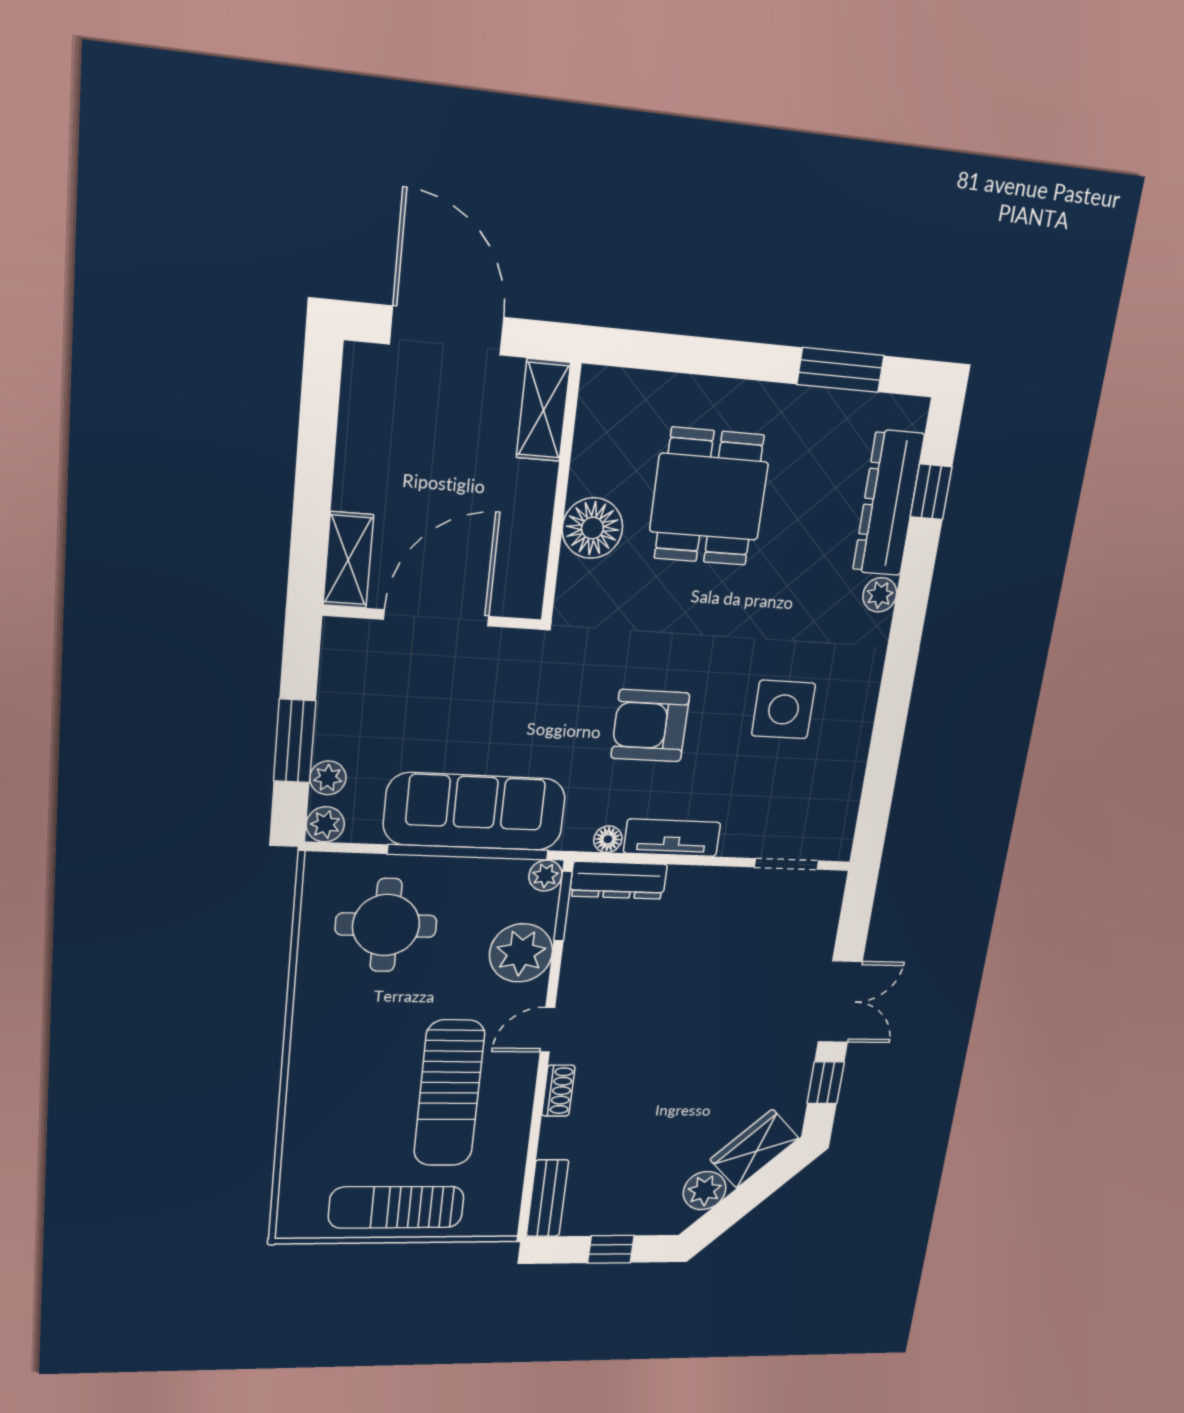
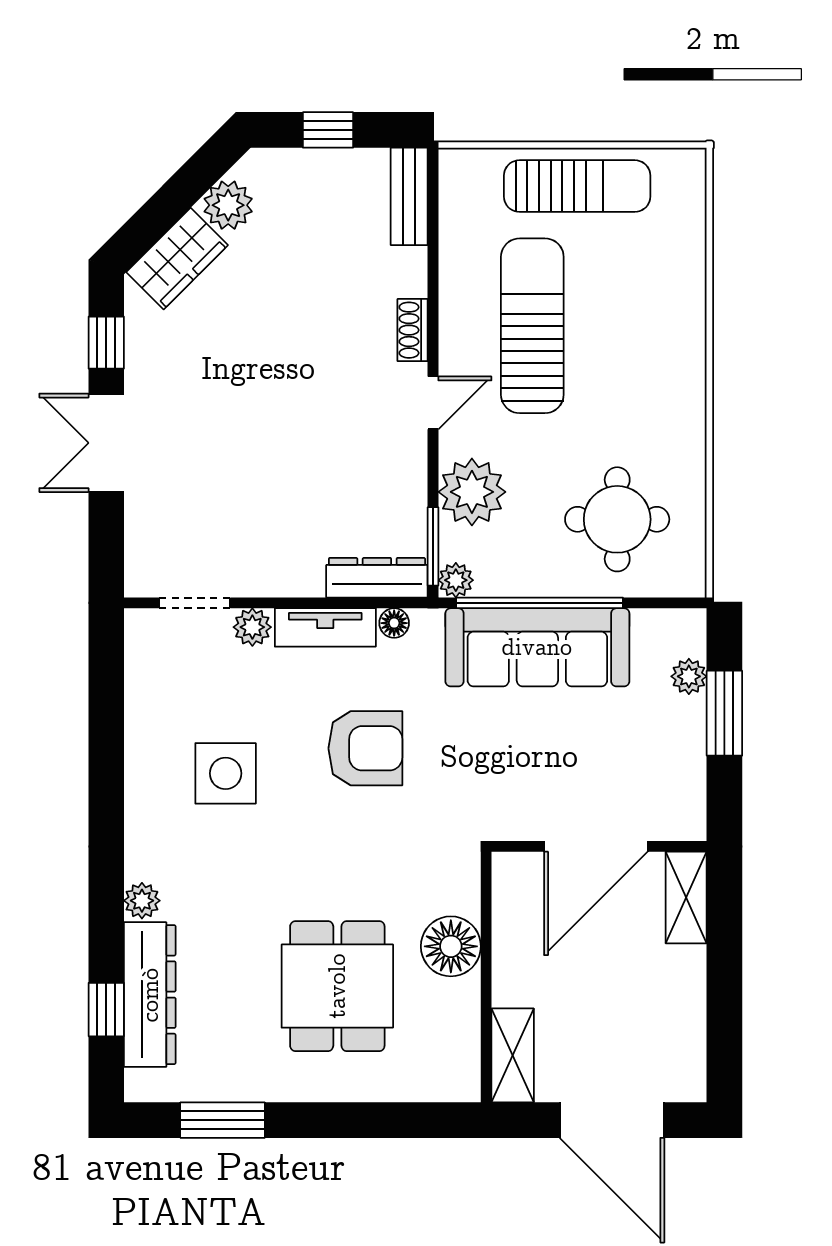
plant: (325, 824) -> (252, 627), moved

